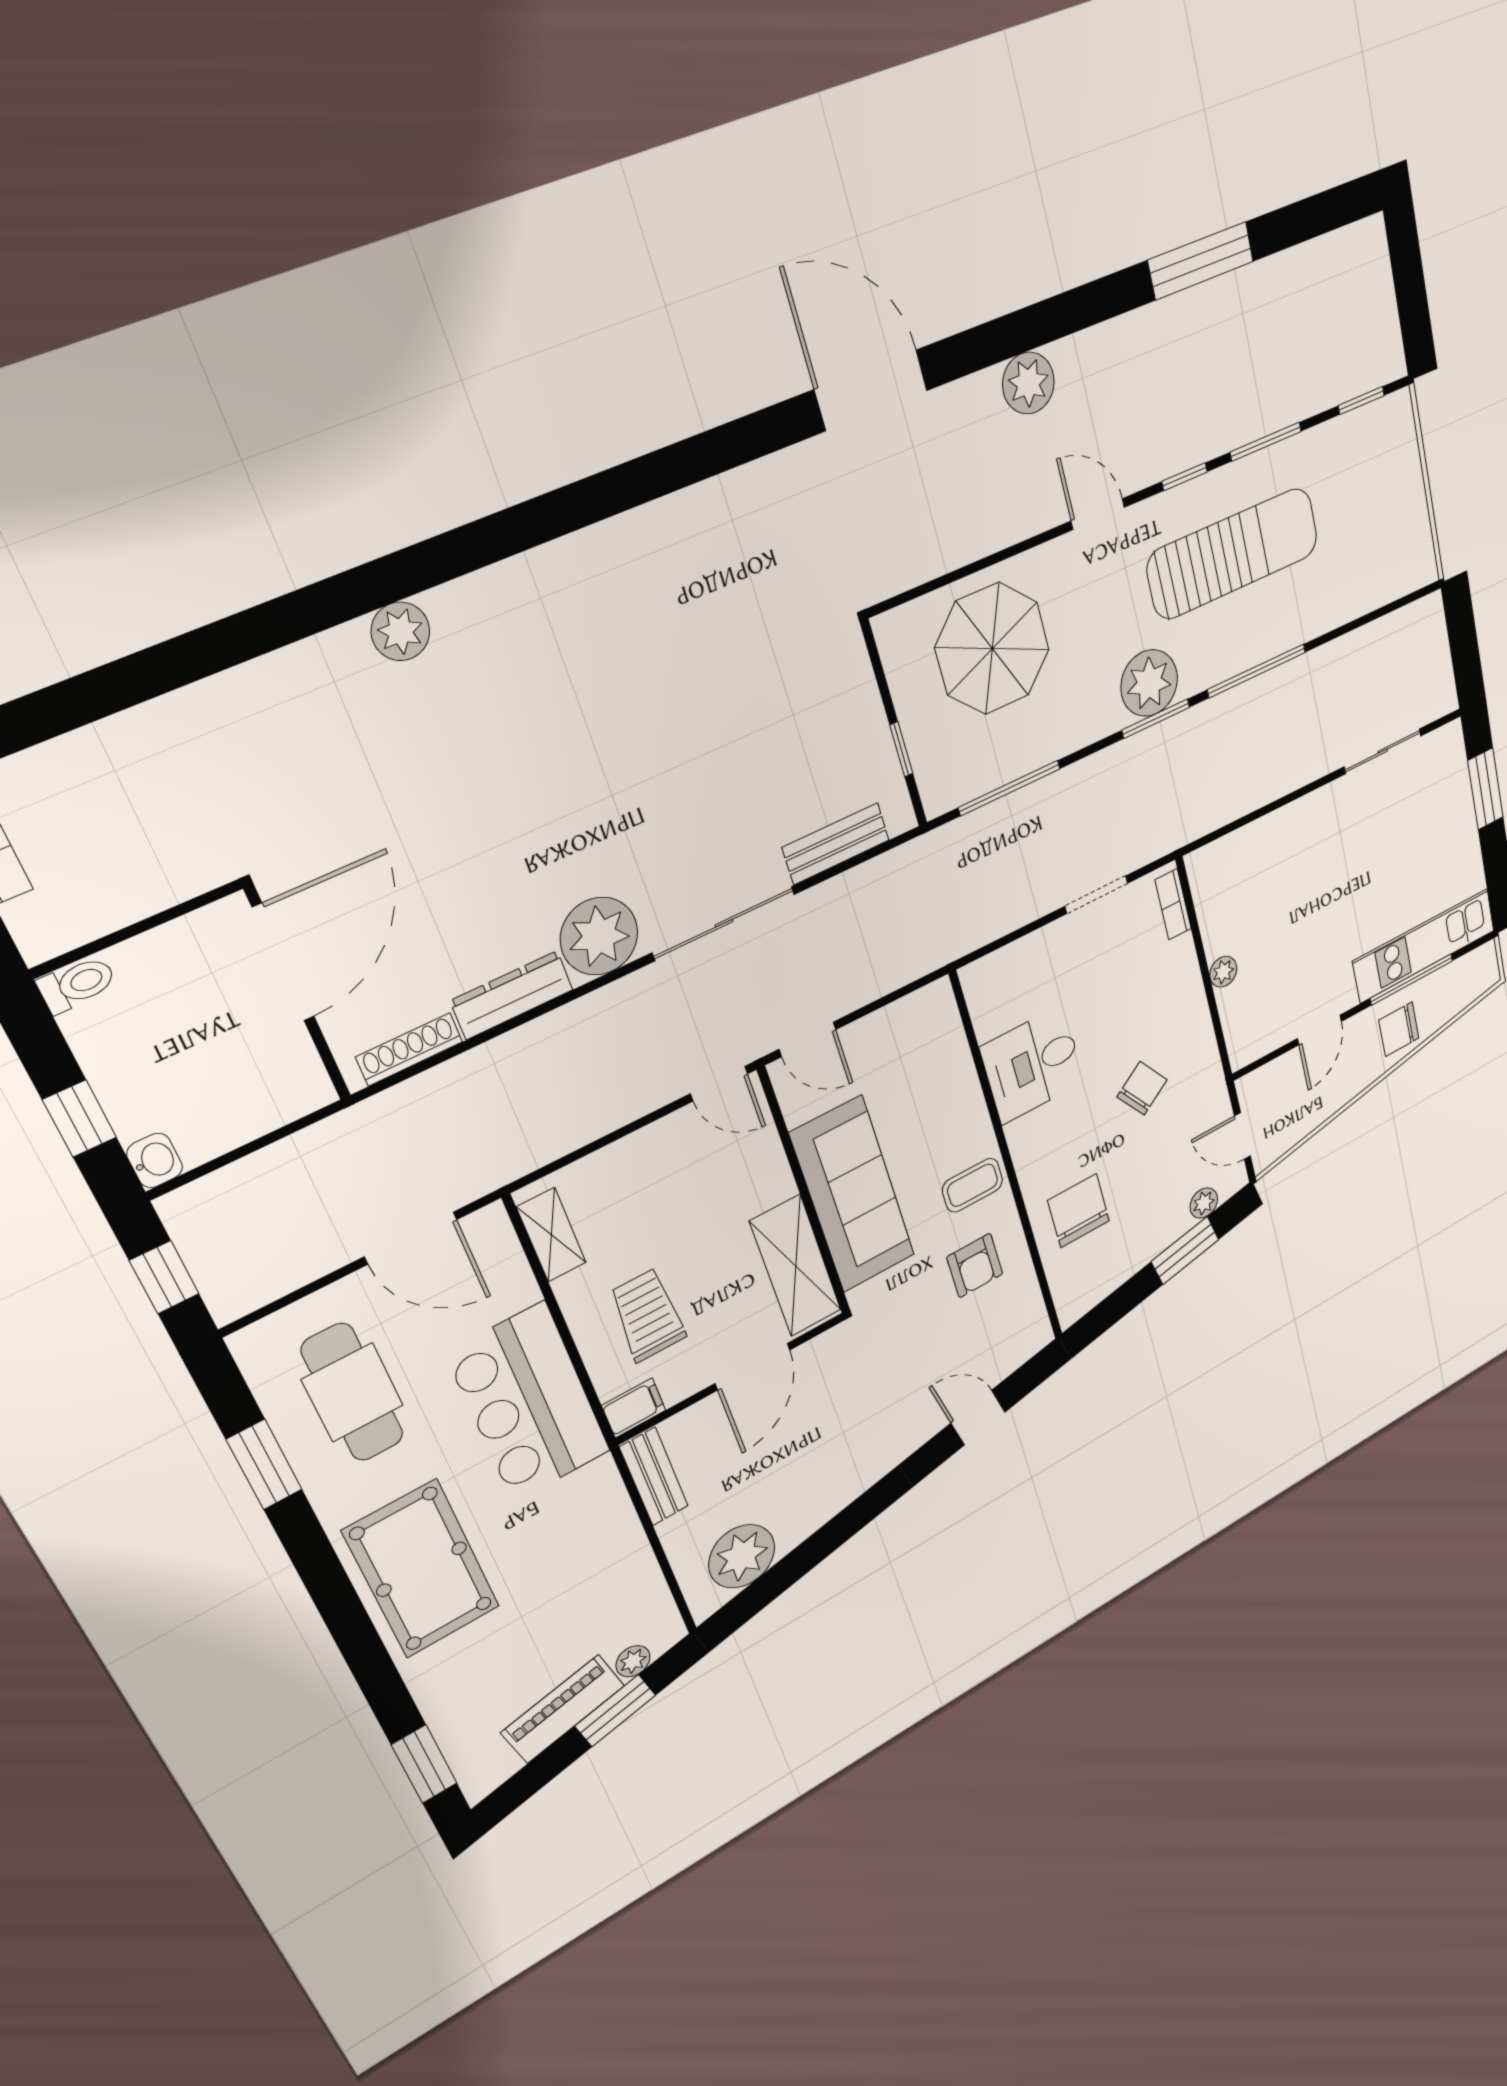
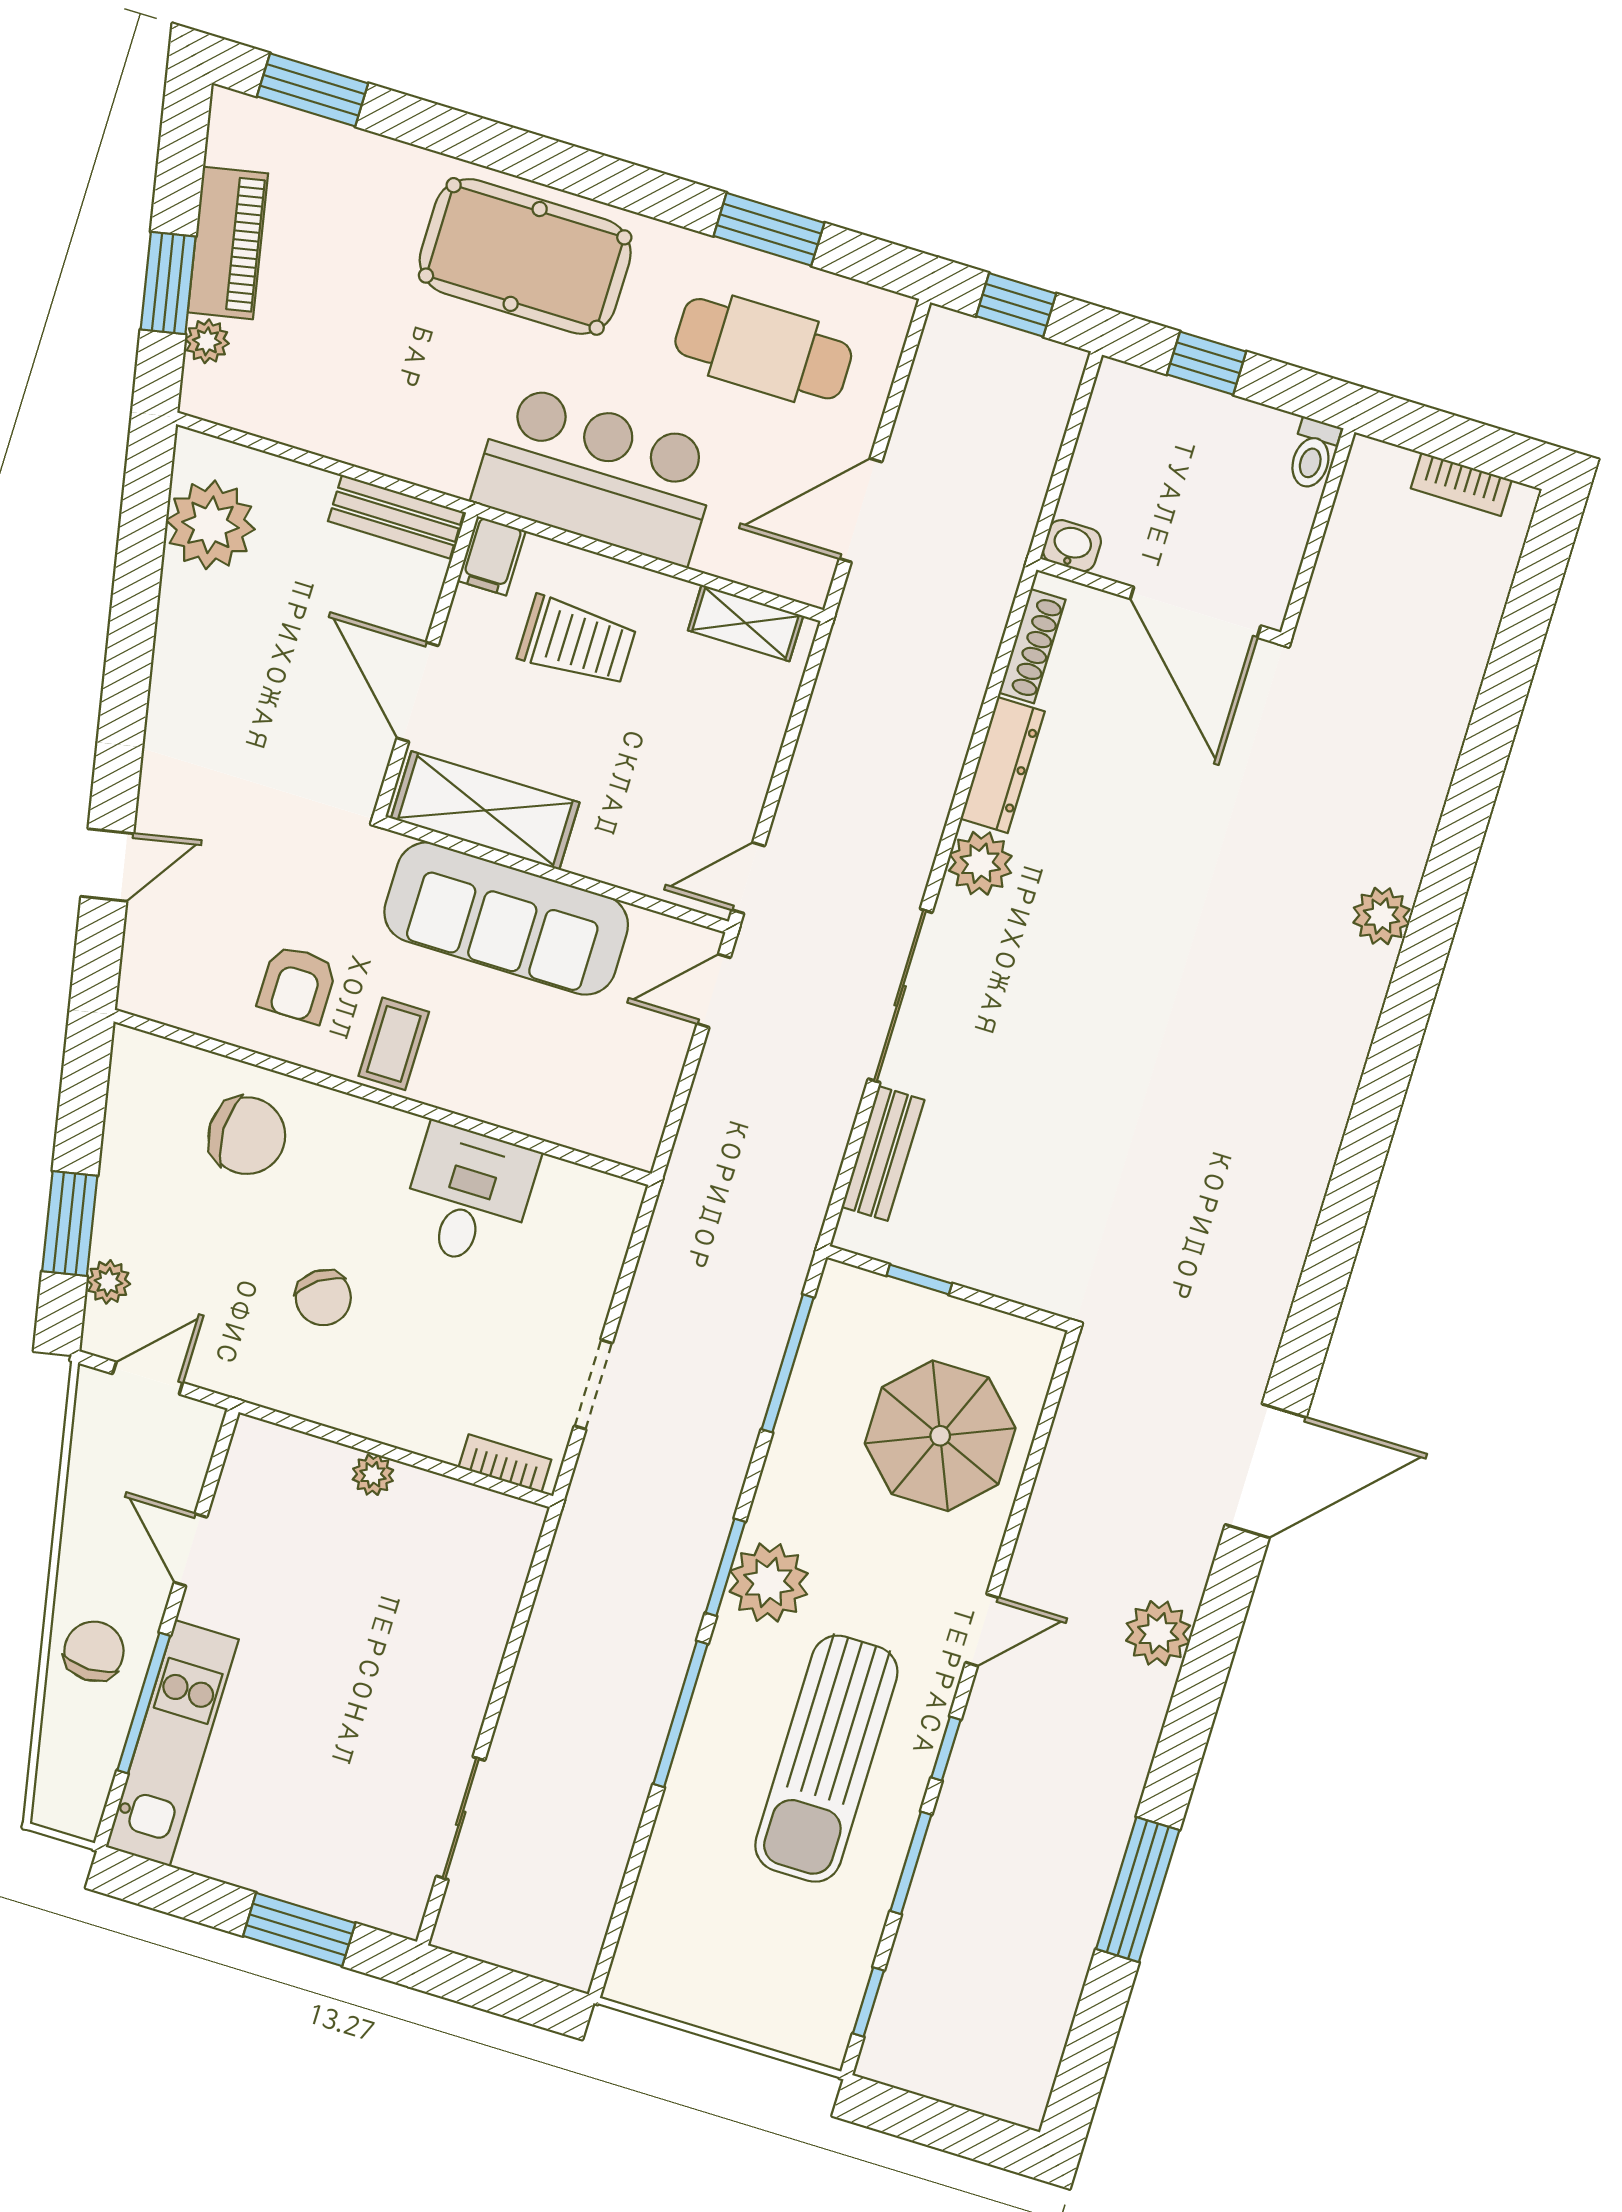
plant: (599, 936) -> (980, 863), width x0.73, depth x0.73
washbasin: (155, 1160) -> (1072, 546), moved, turned 180
armchair: (975, 1266) -> (297, 984), turned -90

